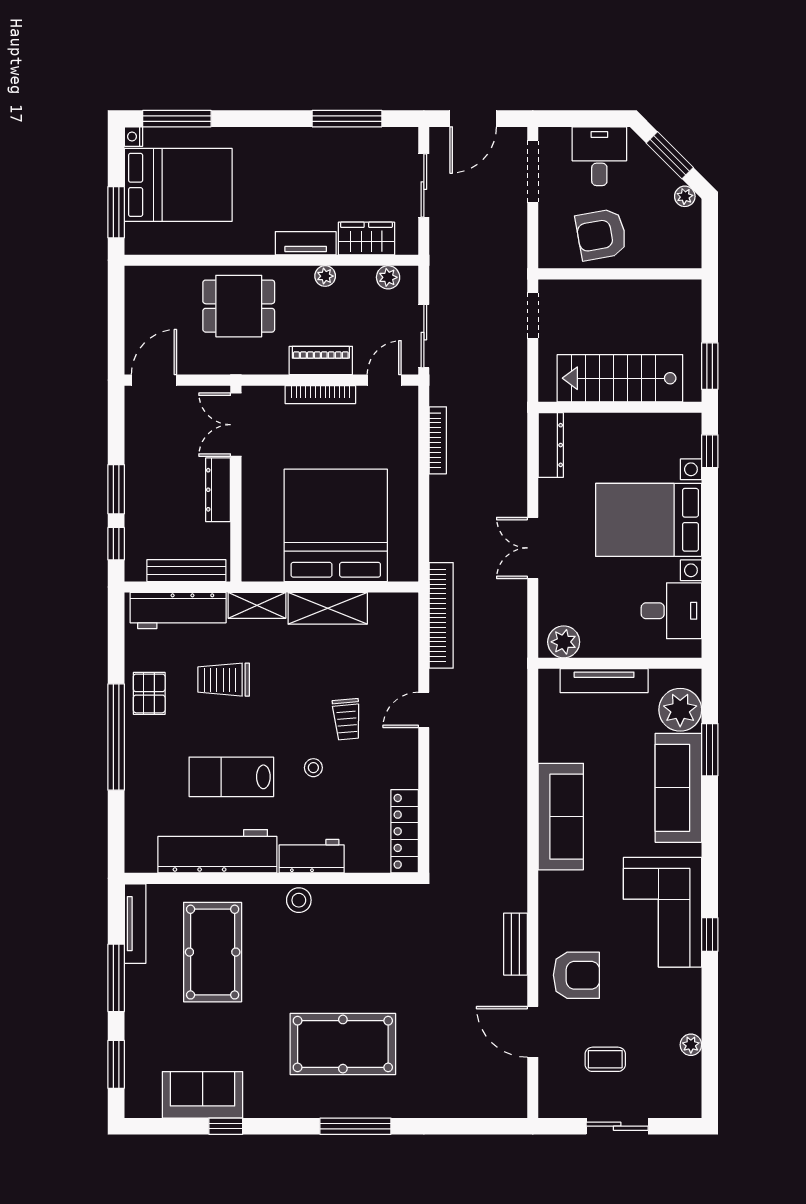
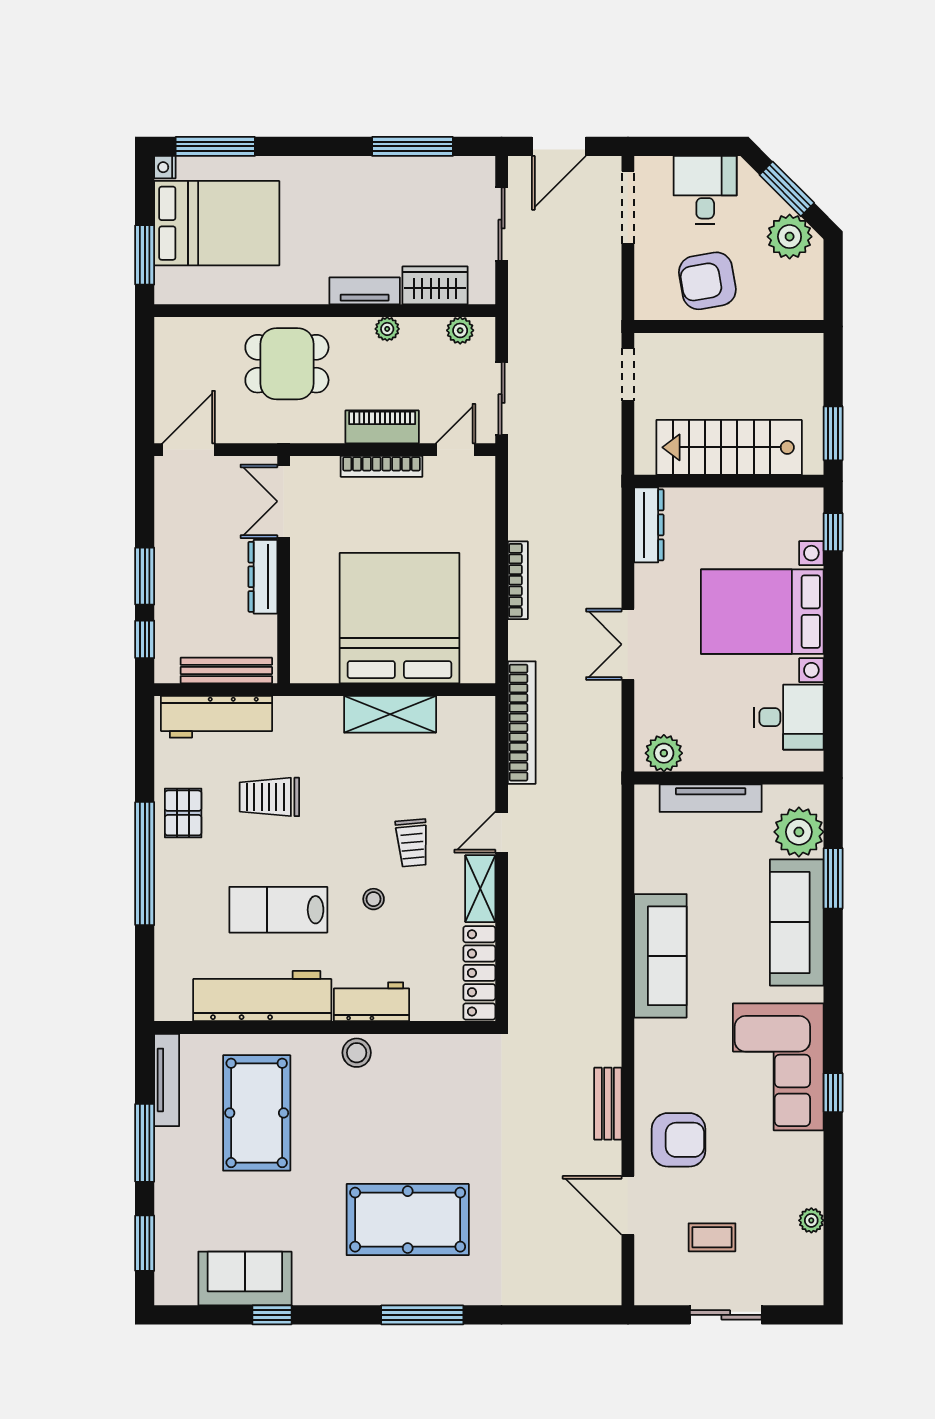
plant: (685, 196) -> (790, 237), width x1.87, depth x1.87
bookcase: (438, 440) -> (518, 580), moved
shelving: (257, 605) -> (480, 889), moved, turned 90

